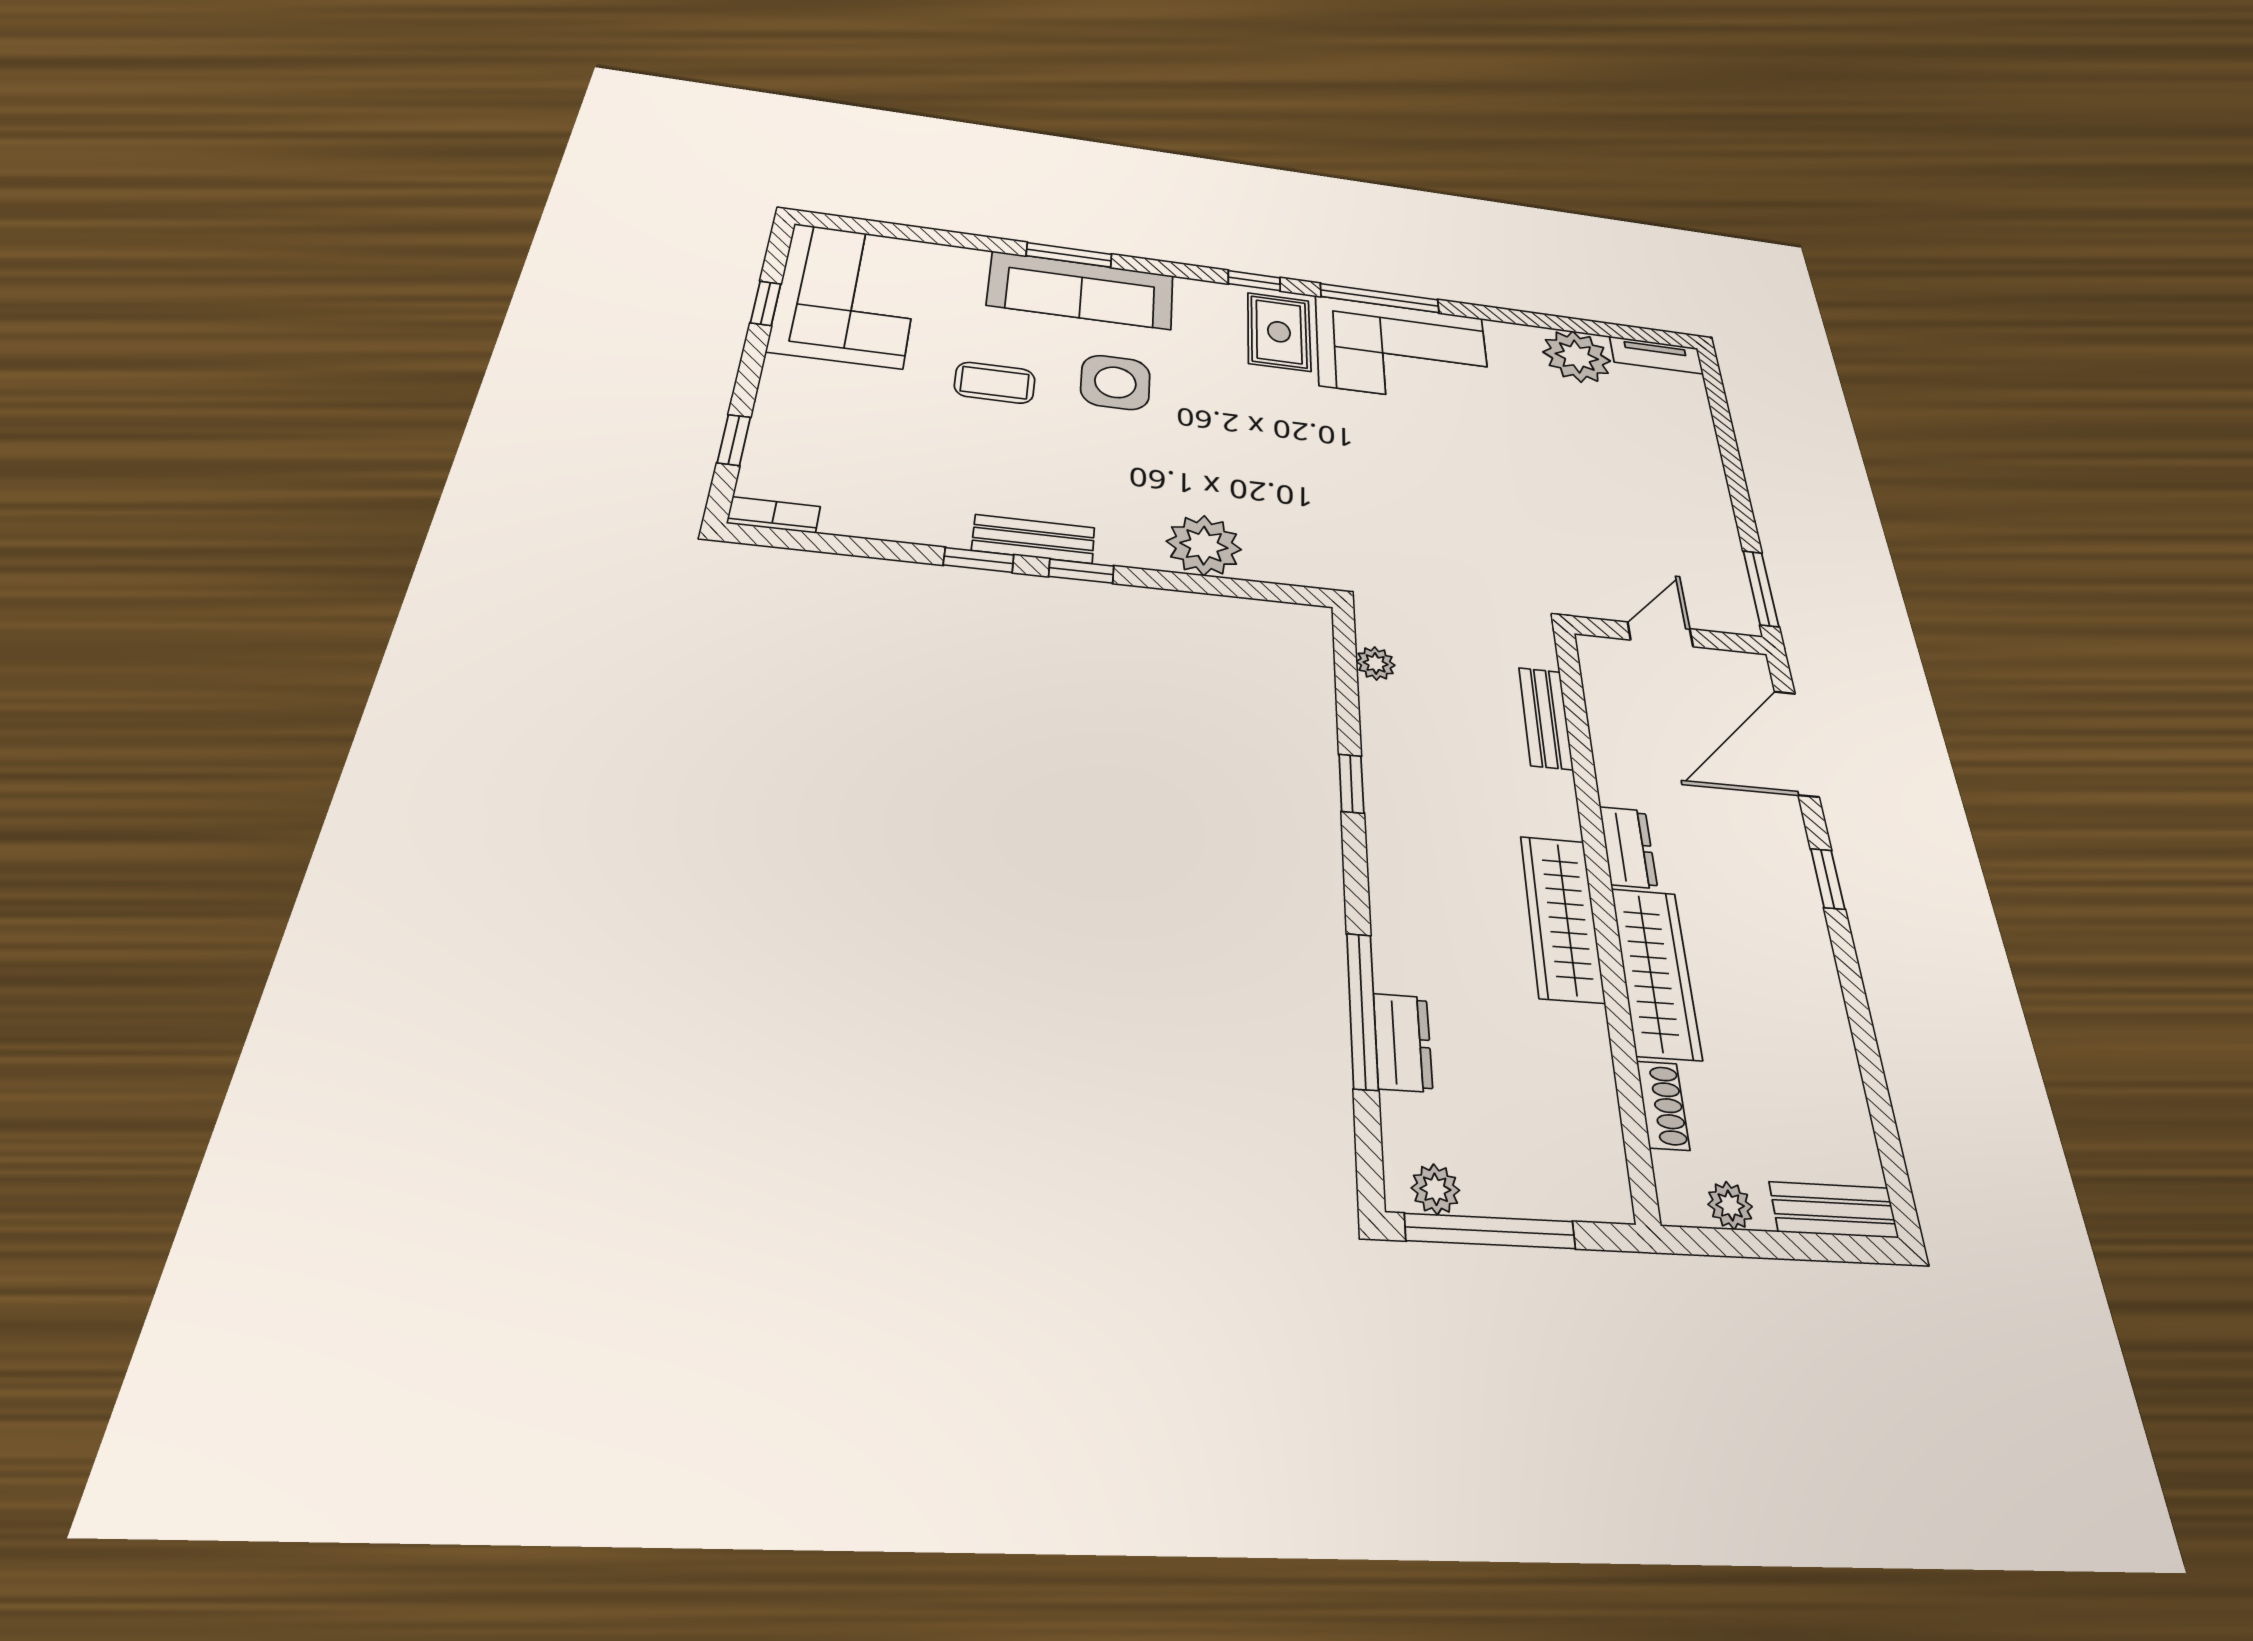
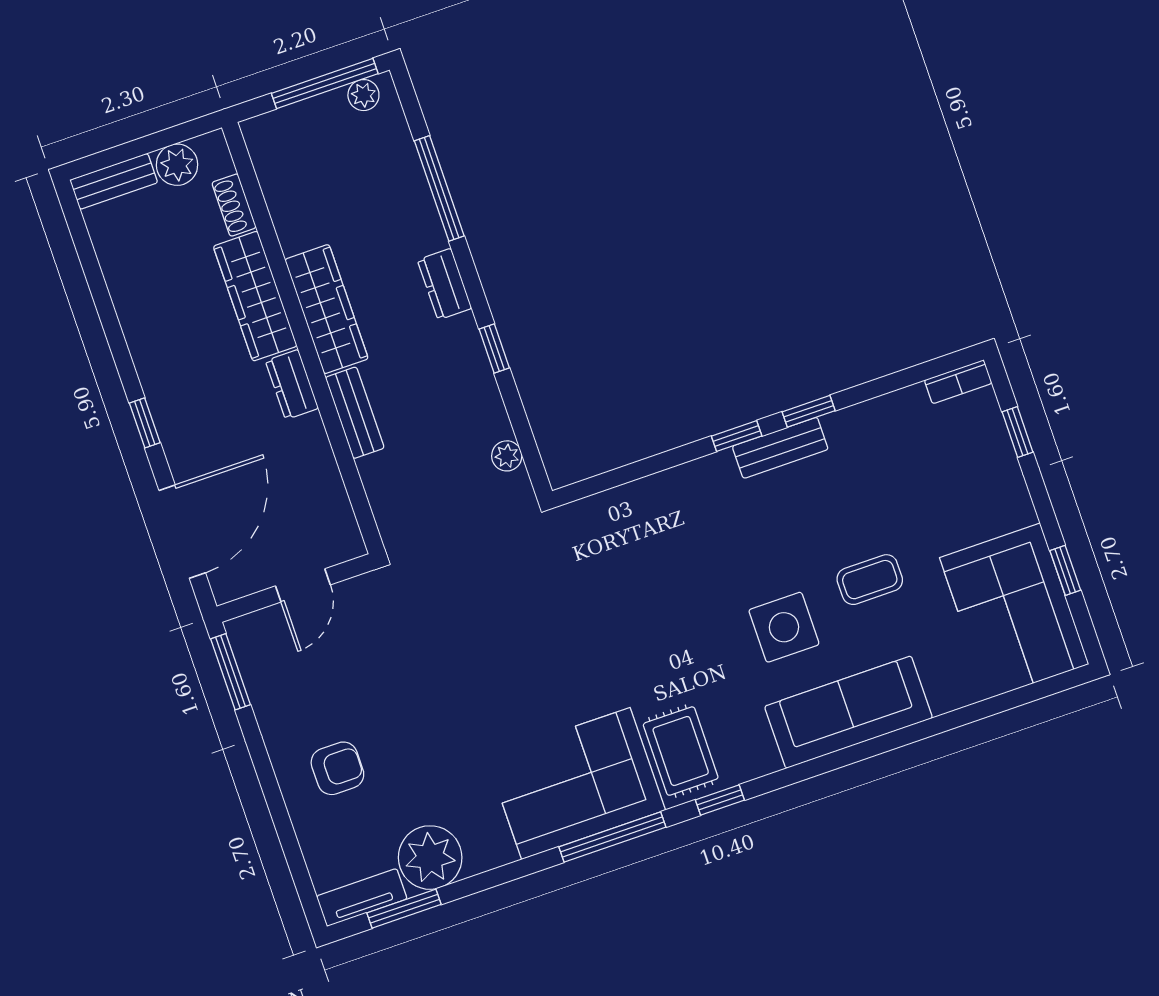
window: (1069, 255) -> (404, 909), moved
armchair: (1658, 462) -> (337, 768), added
plant: (1204, 545) -> (661, 502), removed
bench: (1546, 718) -> (355, 413), moved
dresser: (1403, 1042) -> (445, 284), moved
plant: (1730, 1205) -> (177, 165), width x1.38, depth x1.38

